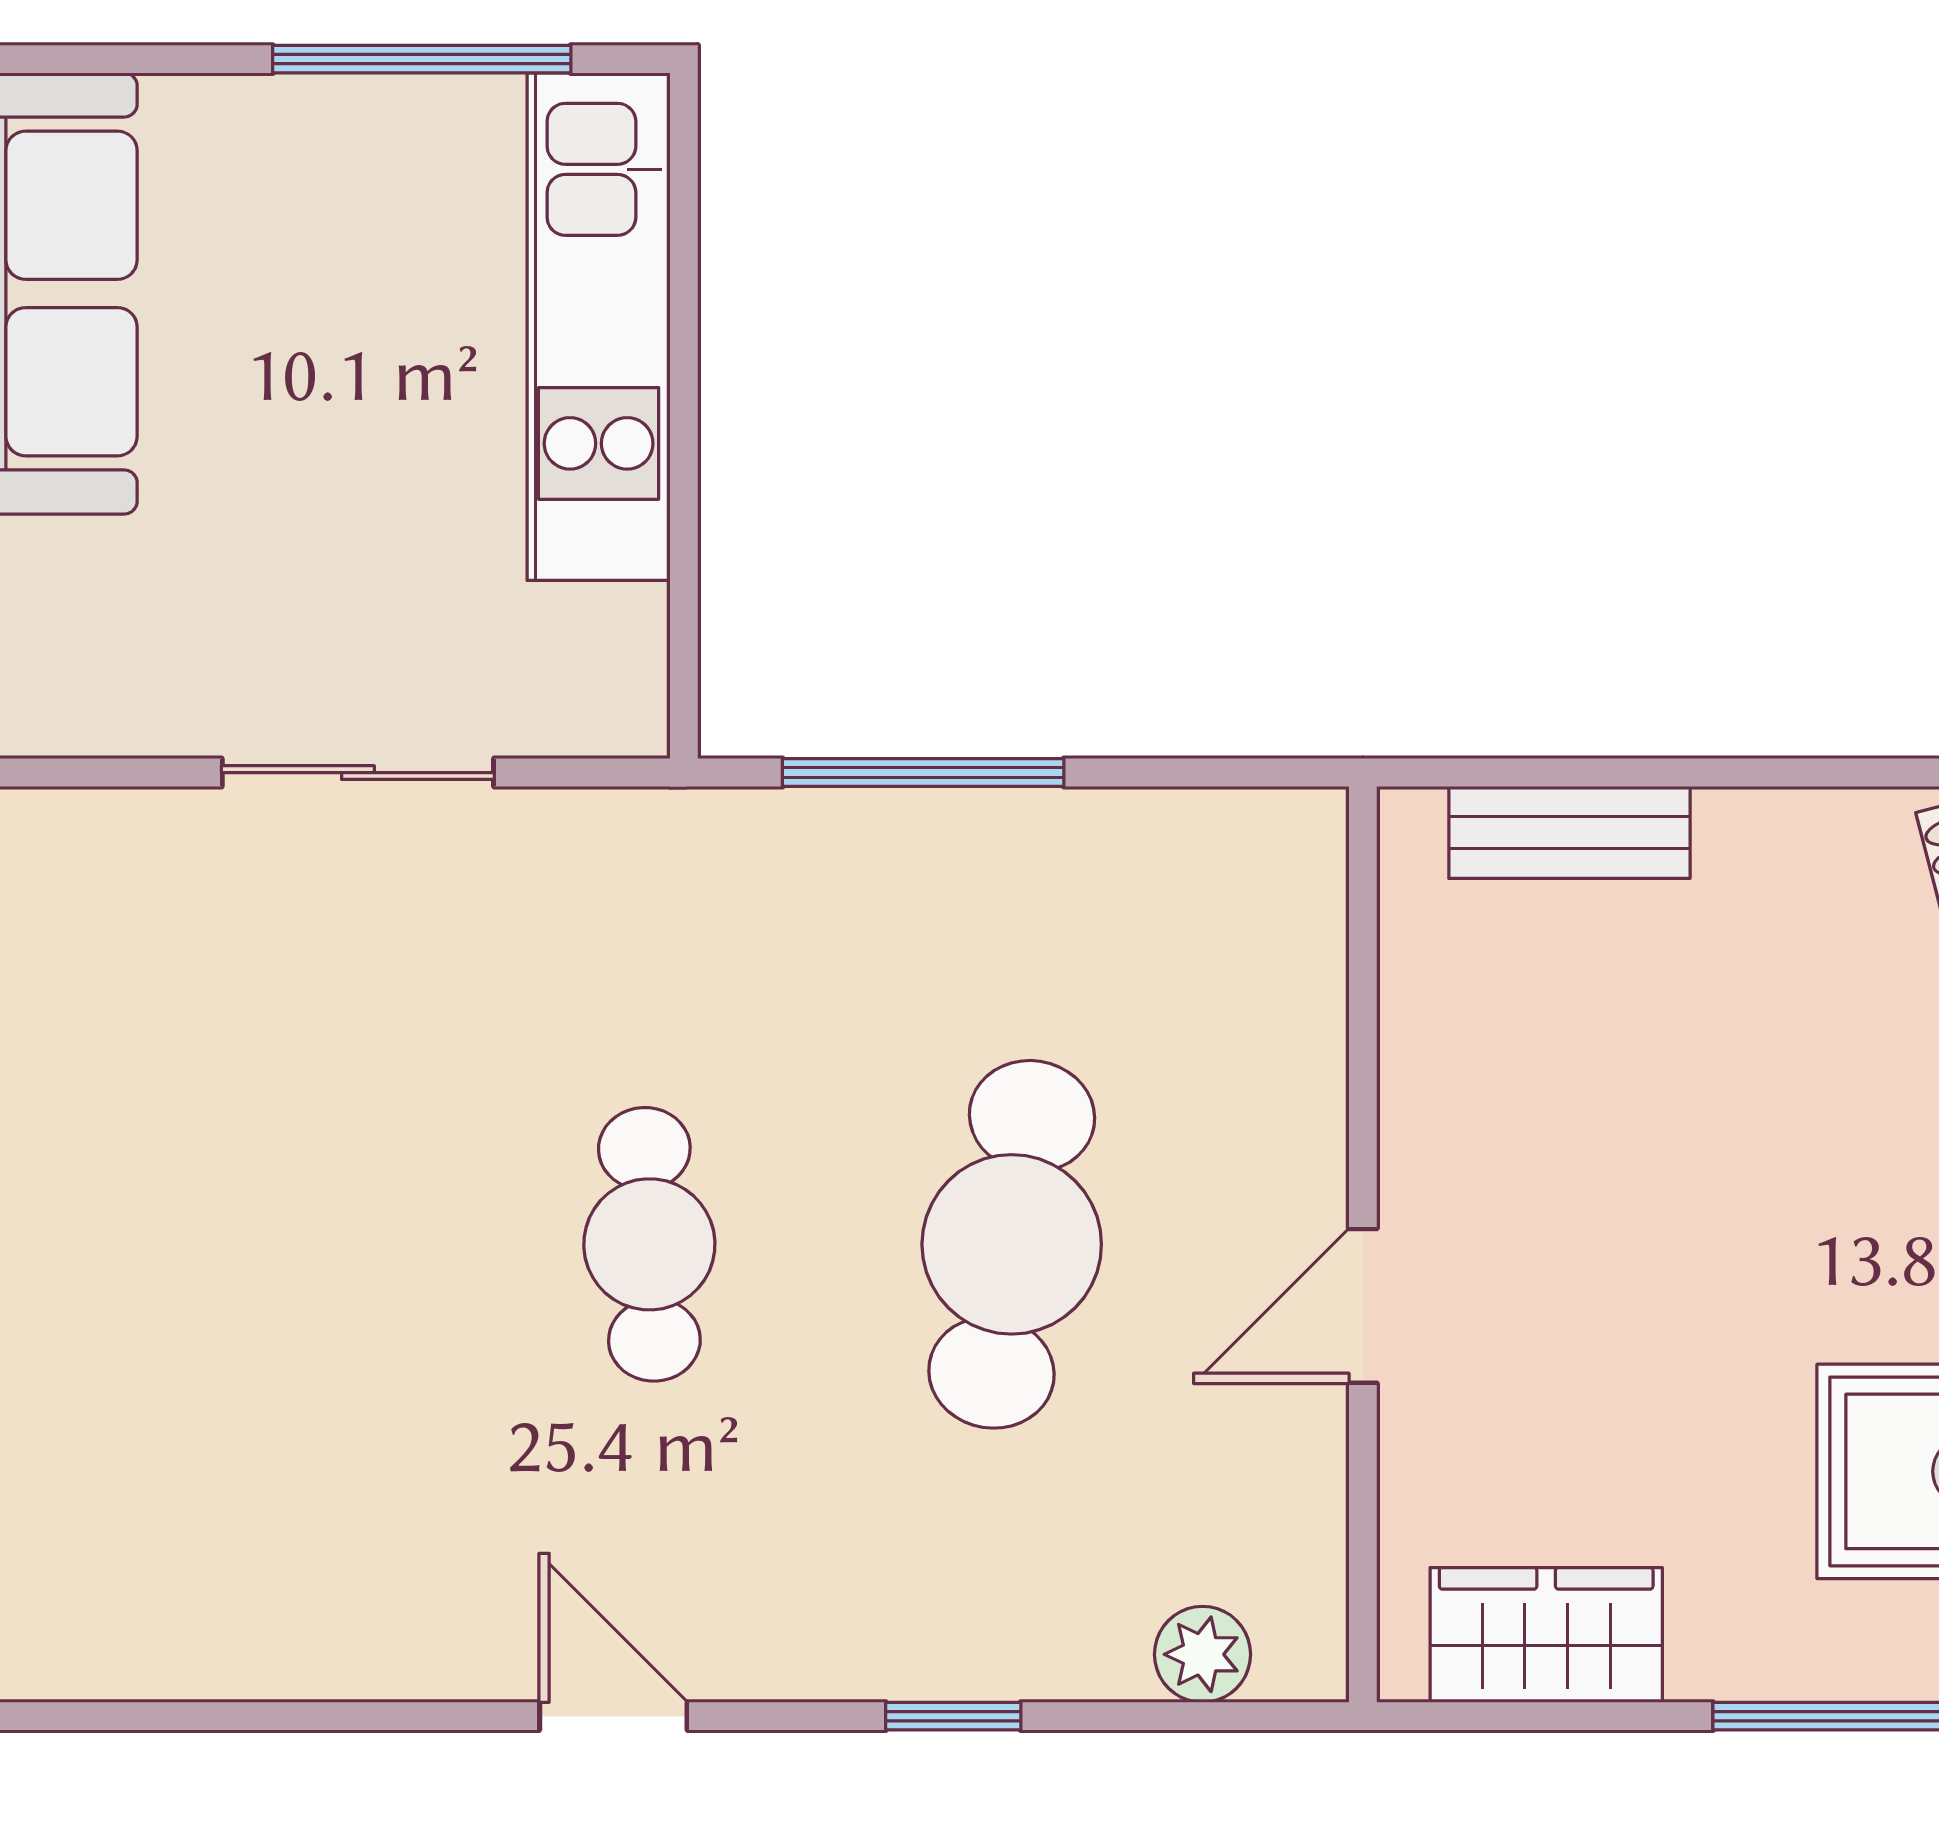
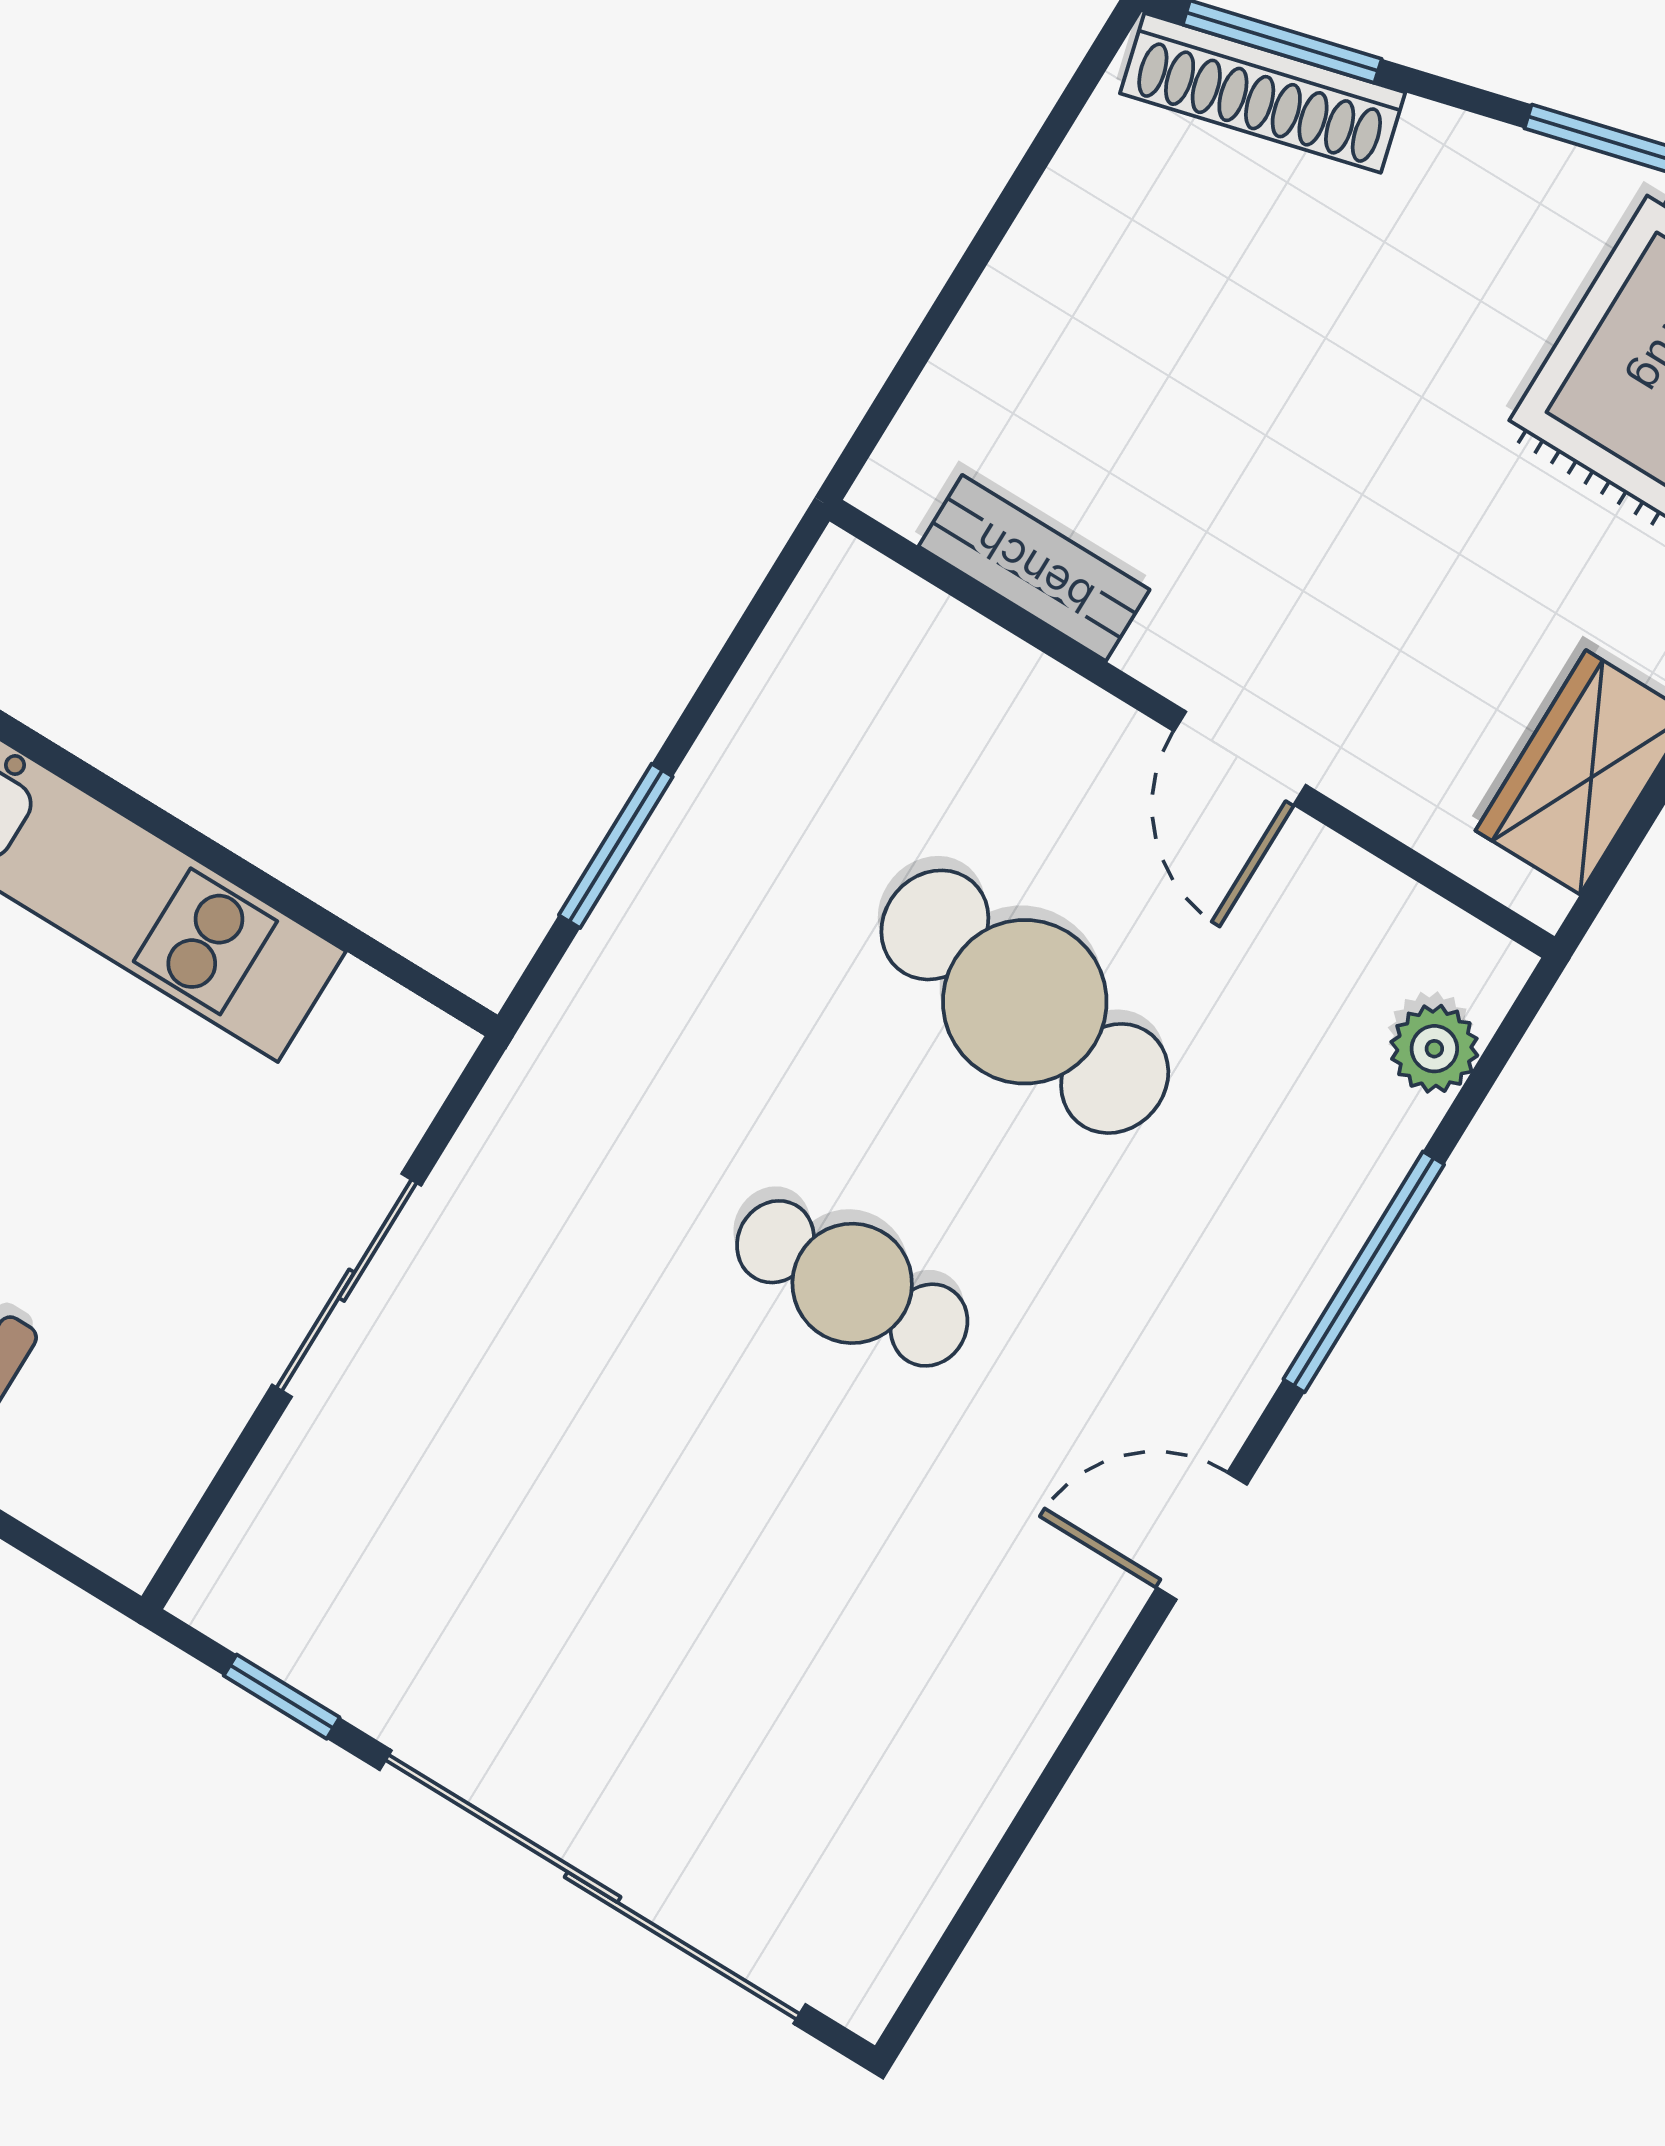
window: (923, 773) -> (616, 846), width x0.69
bench: (1569, 832) -> (1034, 568), moved, turned 90
window: (953, 1716) -> (1364, 1272), width x2.17

